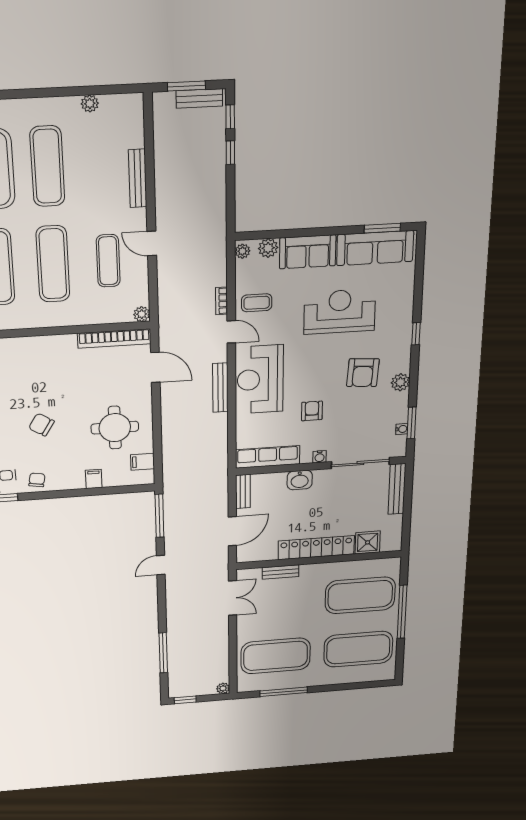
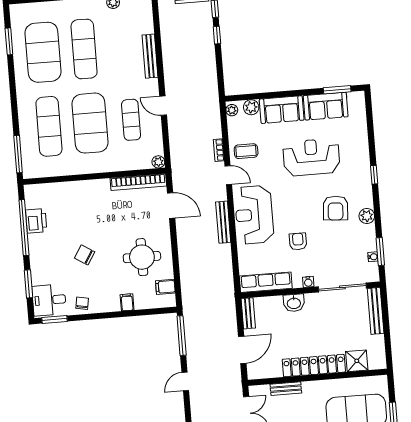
sofa: (375, 248) -> (326, 106), width x0.73
exercise mat: (53, 264) -> (90, 123), width x1.47

